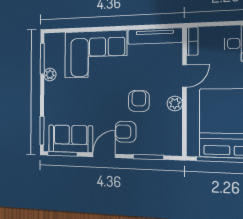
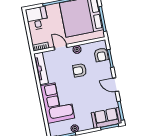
armchair: (126, 132) -> (101, 55), moved
sofa: (71, 139) -> (107, 118), moved, turned 90

